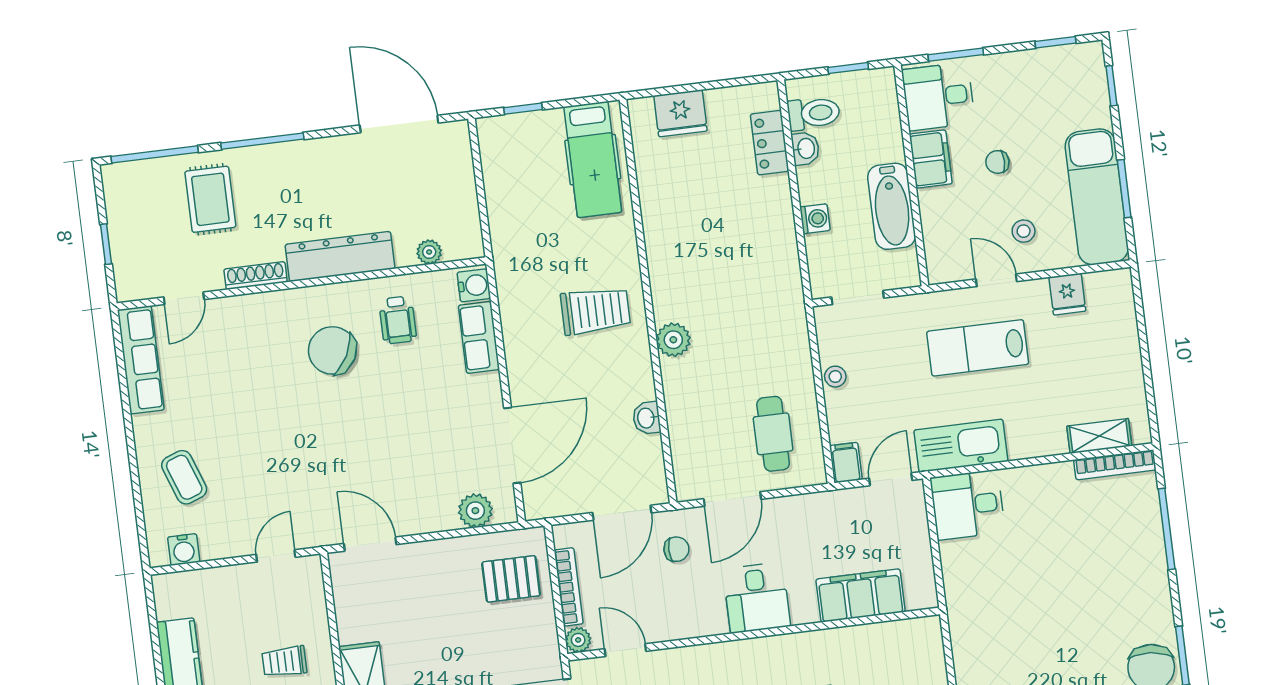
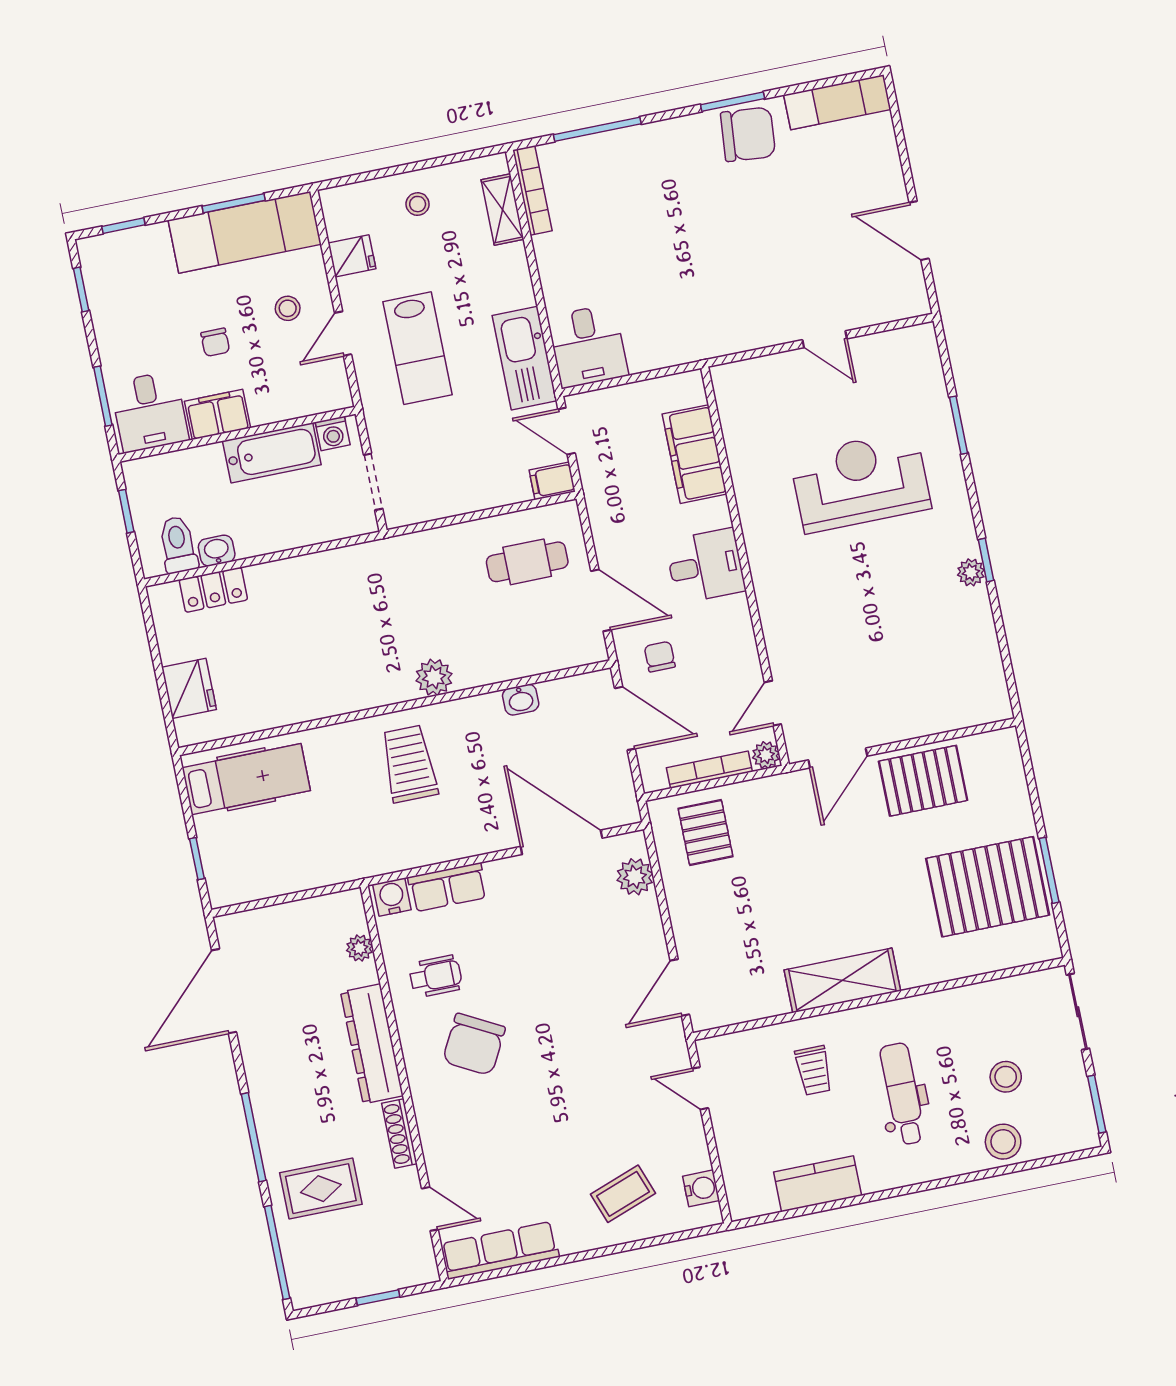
washing machine: (815, 219) -> (333, 433), moved, turned 180
stool: (835, 377) -> (418, 204), moved

